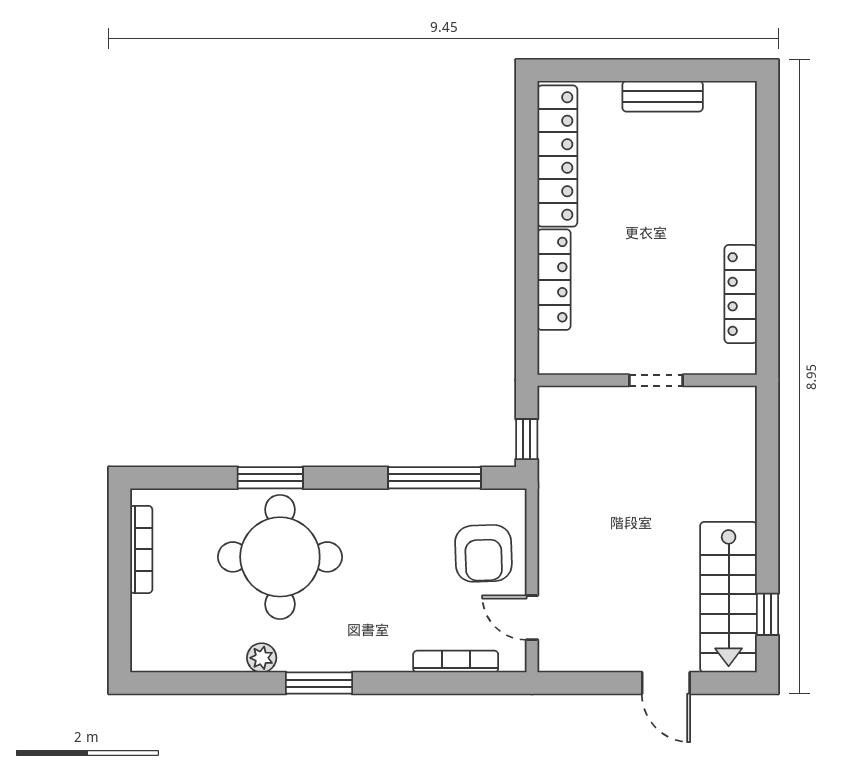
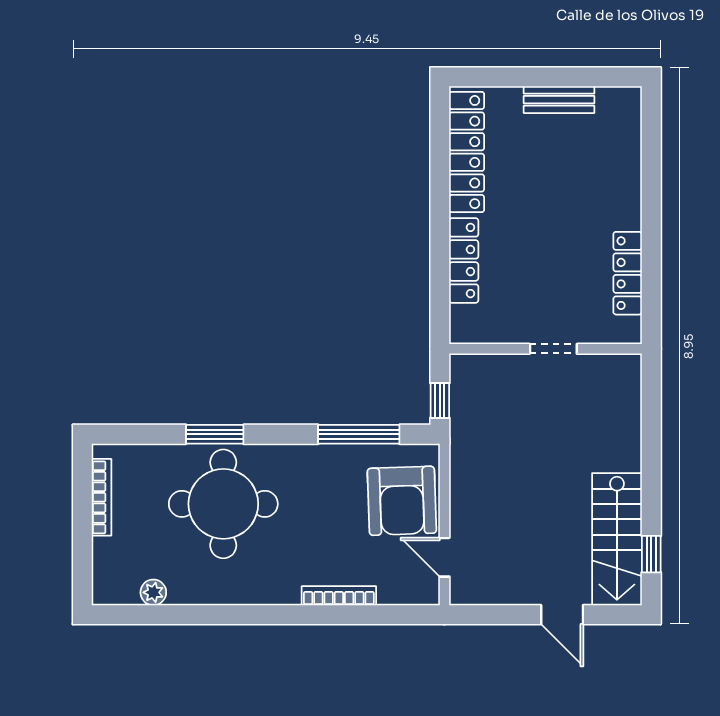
armchair: (483, 553) -> (402, 501), width x1.36, depth x1.36
plant: (262, 658) -> (153, 592), moved
bookcase: (456, 662) -> (339, 596), moved
window: (319, 683) -> (257, 615), removed

